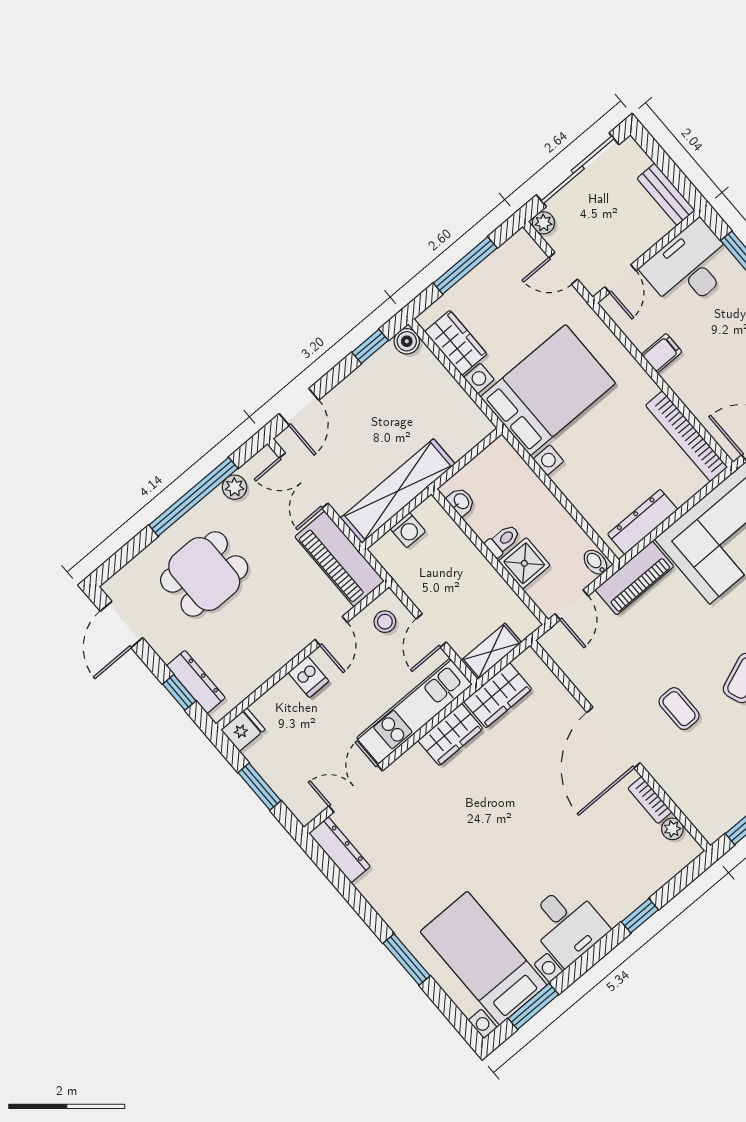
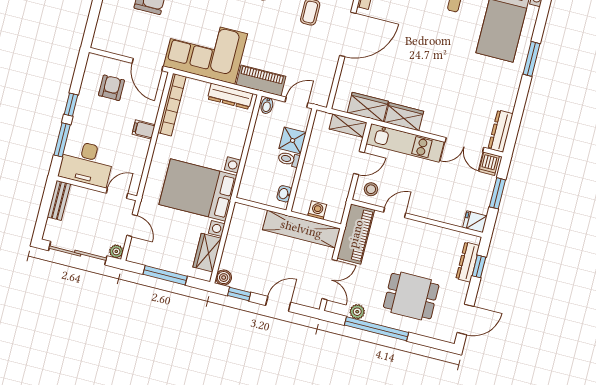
filing cabinet: (662, 353) -> (144, 129), moved
door: (299, 407) -> (278, 304), moved
dishwasher: (308, 677) -> (489, 164), moved, turned 180

